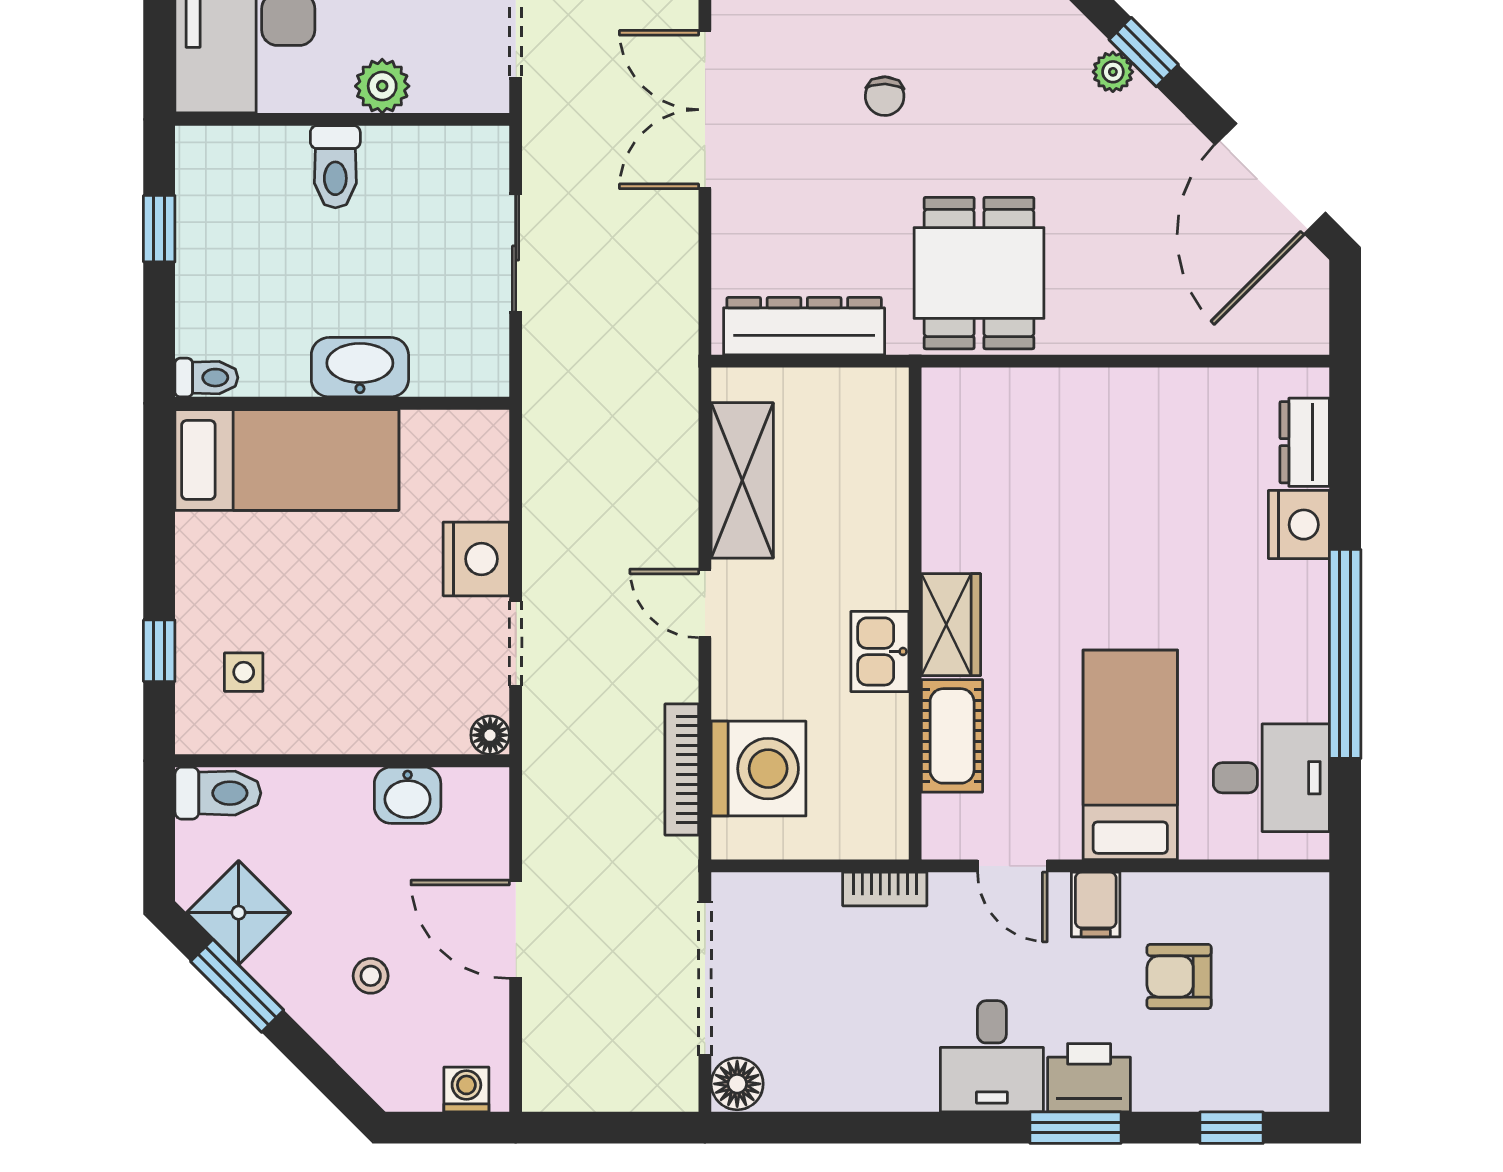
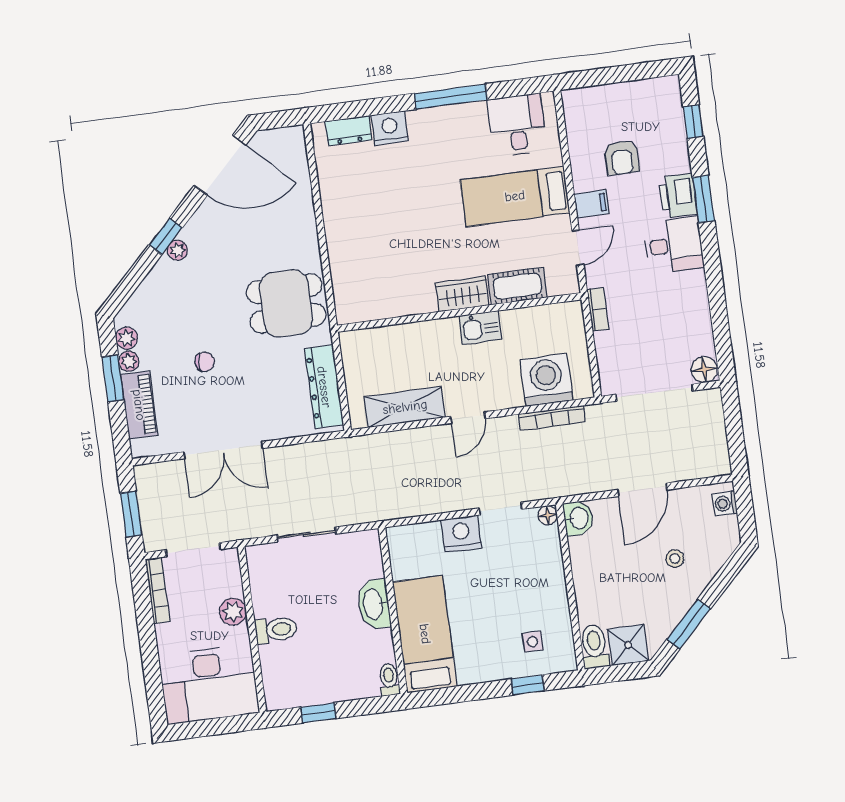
window: (1345, 654) -> (451, 97), width x0.68
washbasin: (408, 795) -> (578, 518), moved
shower: (239, 913) -> (628, 645), moved, turned 45

